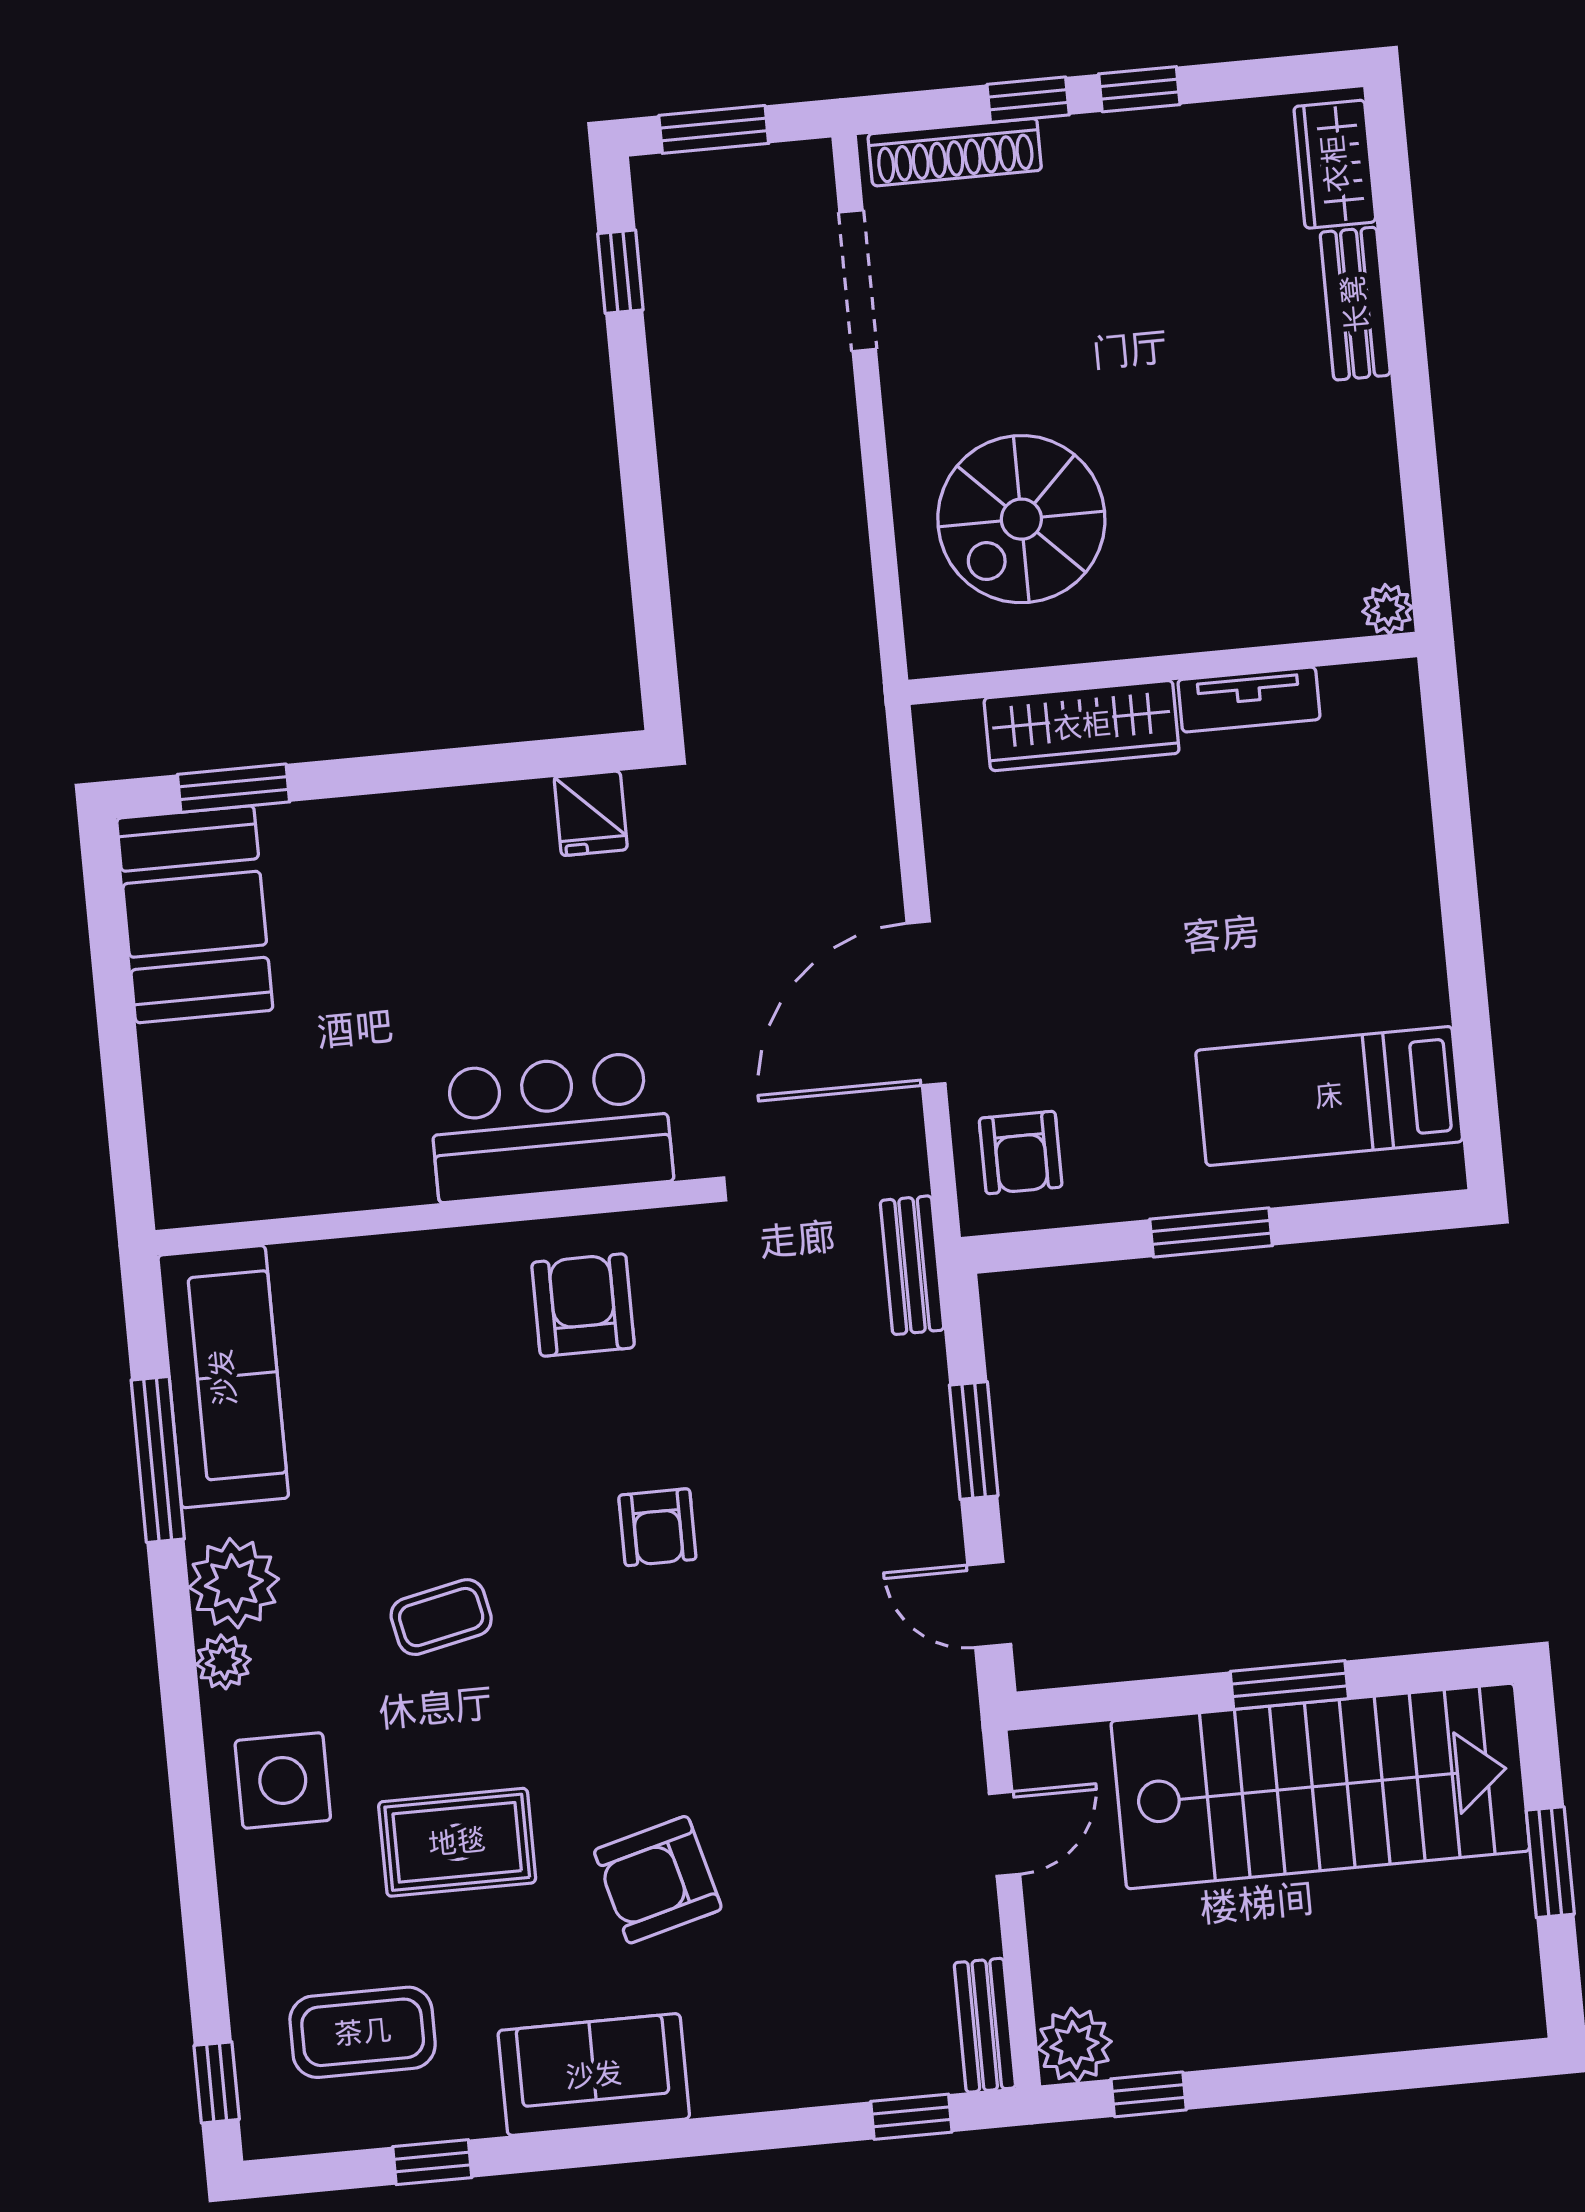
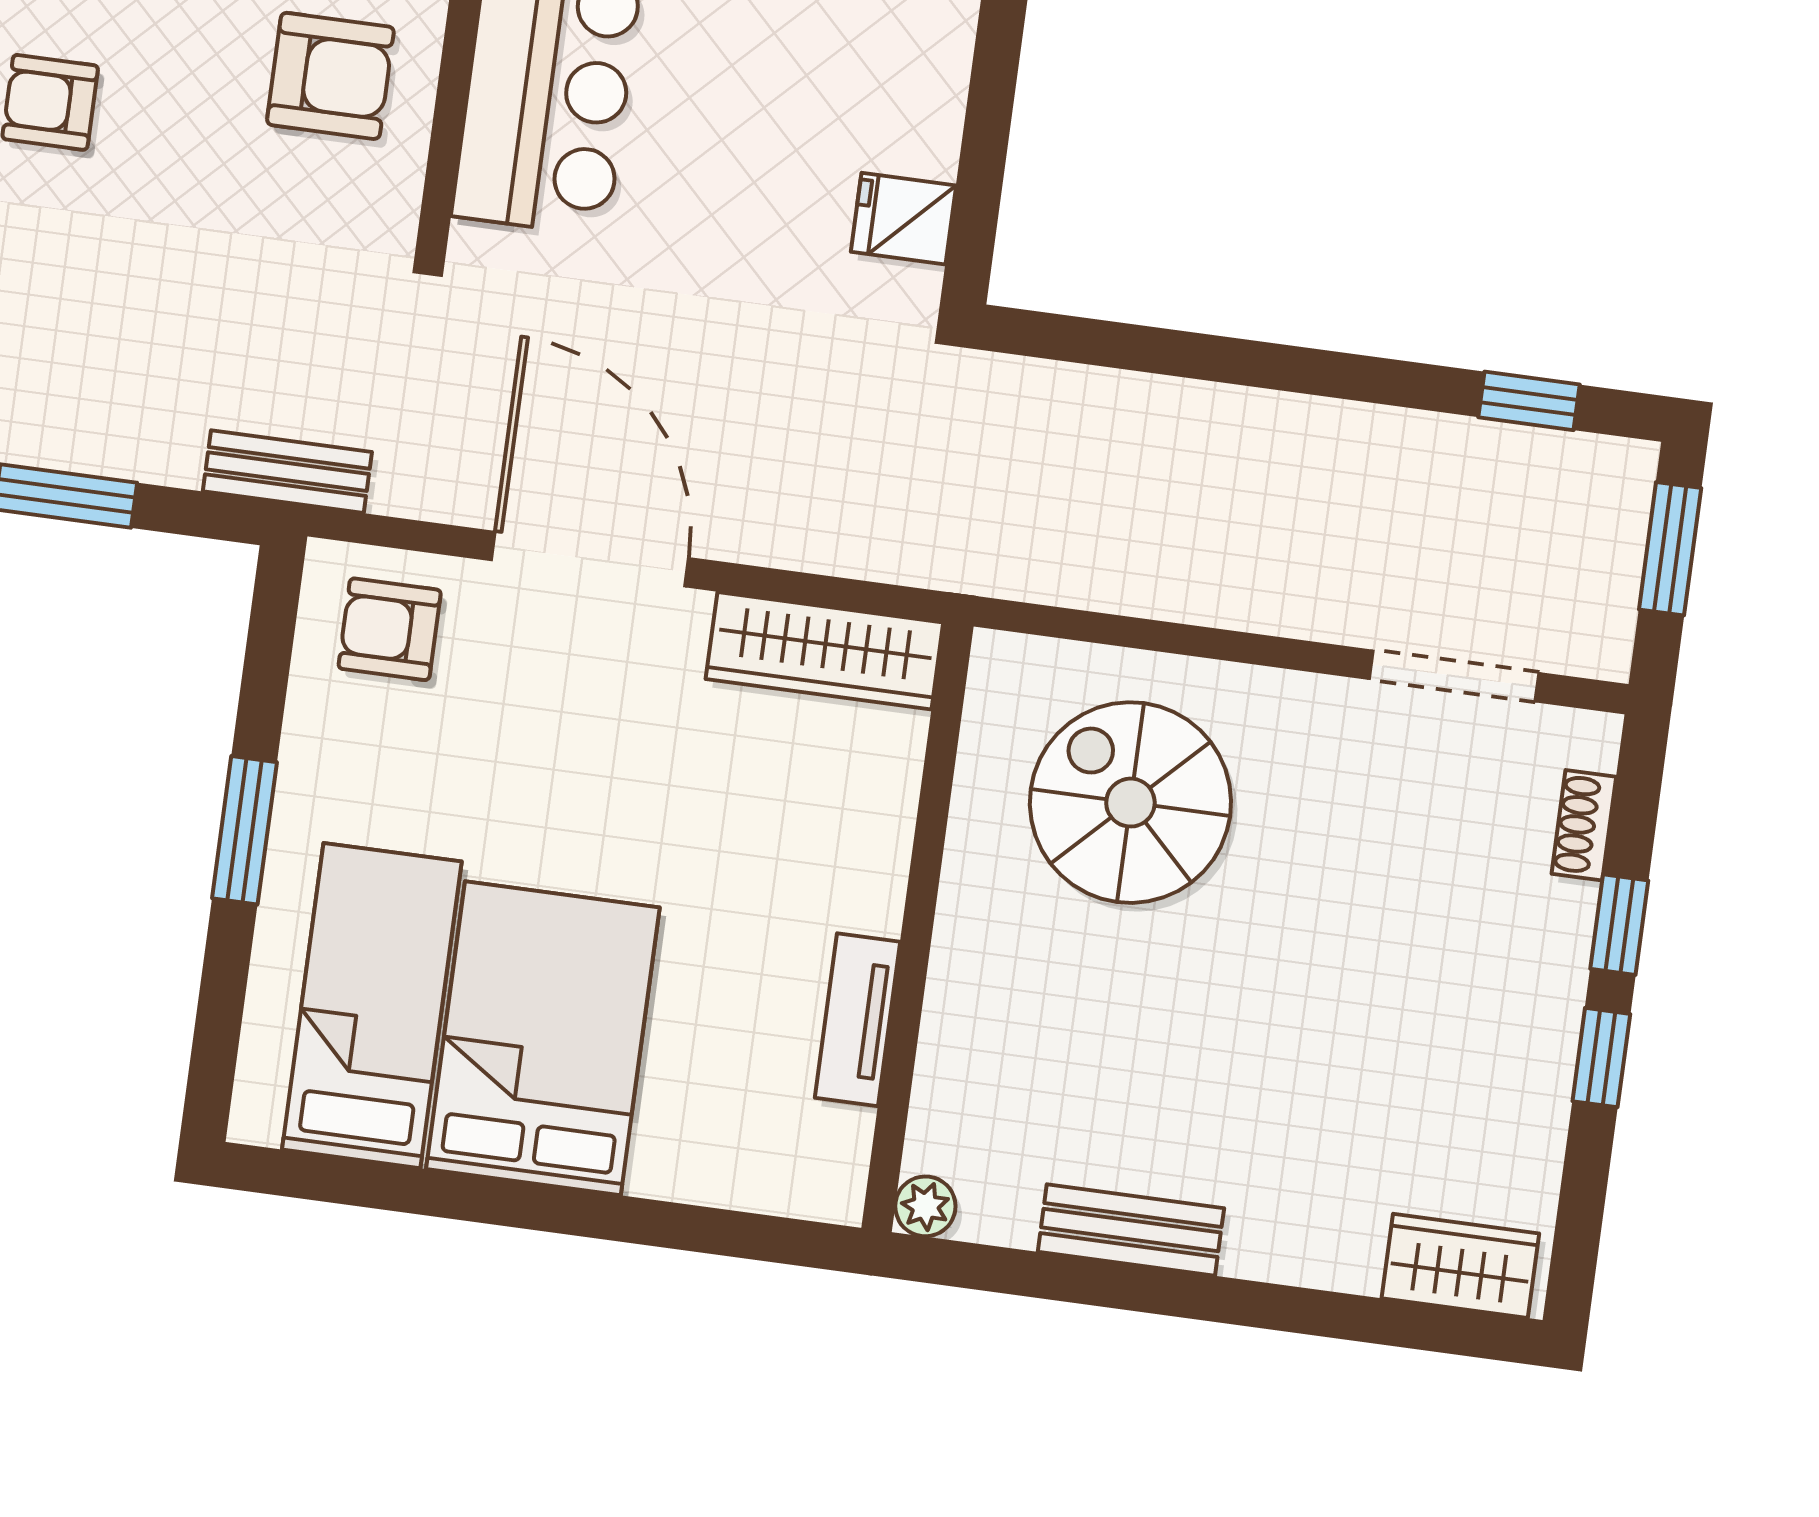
shoe rack: (955, 152) -> (1584, 825), width x0.51, depth x0.81
bench: (1355, 304) -> (1131, 1230), moved
wardrobe: (1082, 726) -> (824, 651), moved, turned -90
bed: (1323, 951) -> (543, 1038), added

